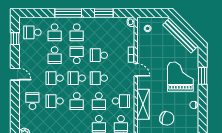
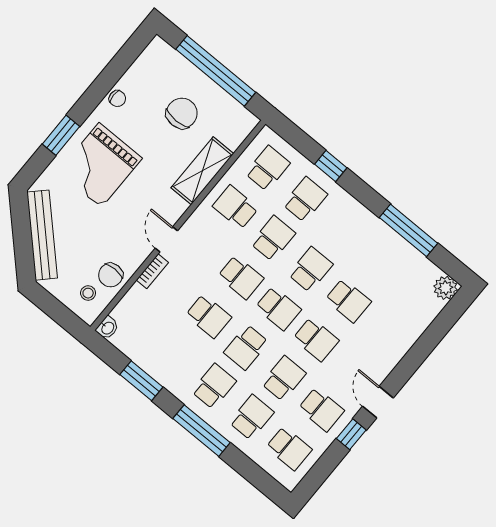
window: (15, 39) -> (351, 434), moved
chair: (145, 41) -> (111, 275), added
school desk: (32, 101) -> (321, 409), moved, turned -90
chair: (167, 118) -> (182, 113), turned 74

